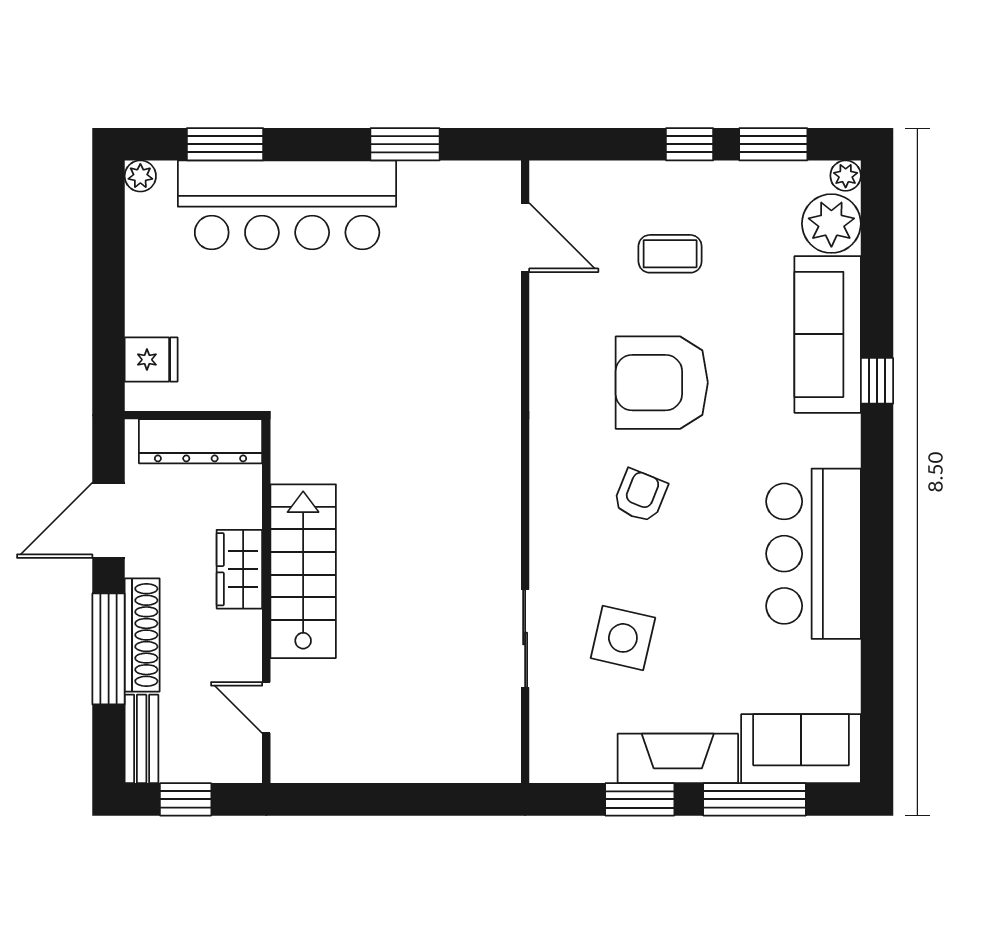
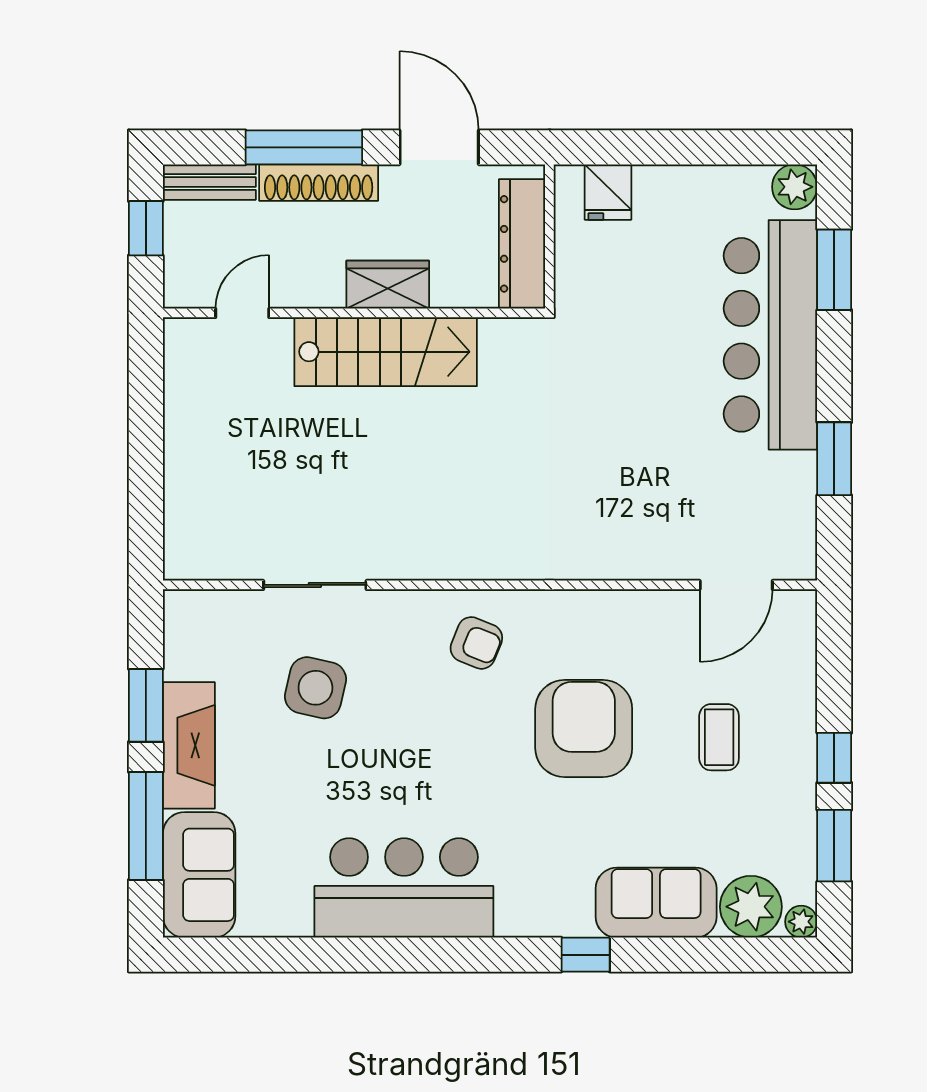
plant: (140, 176) -> (795, 187), width x1.38, depth x1.38
sofa: (828, 334) -> (656, 903), width x0.73
armchair: (640, 496) -> (476, 643), moved

